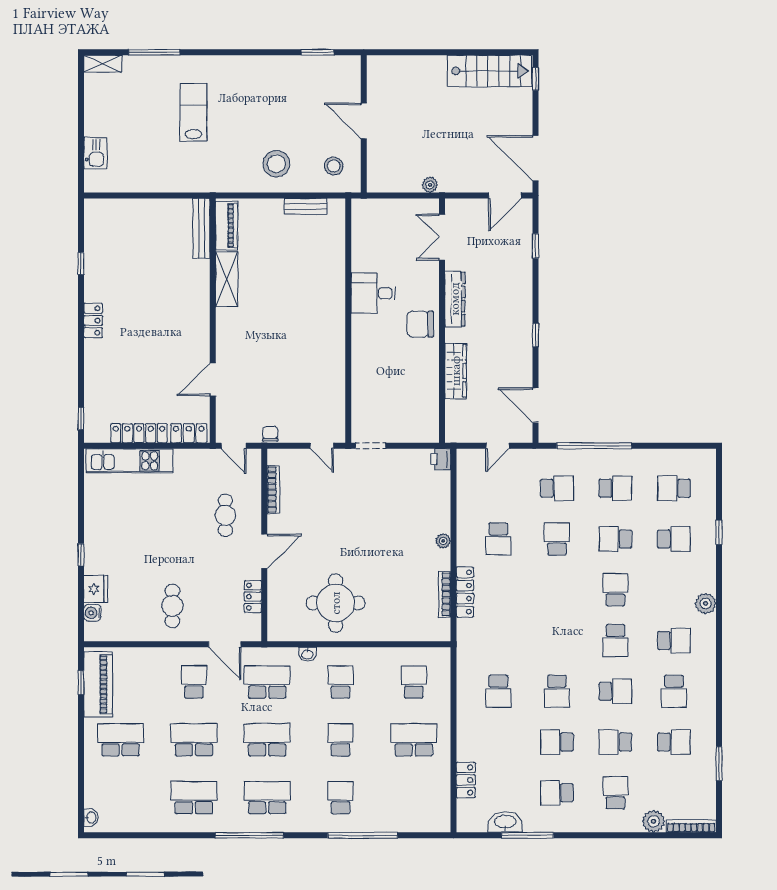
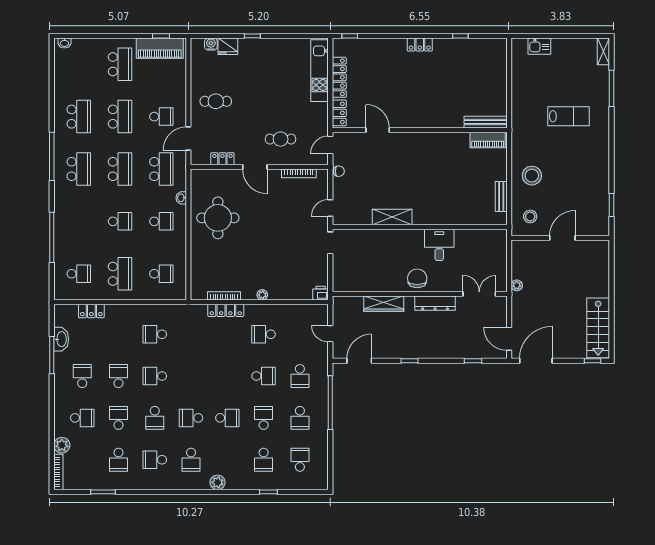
shelving: (227, 279) -> (392, 217), moved
school desk: (340, 798) -> (79, 274), moved

